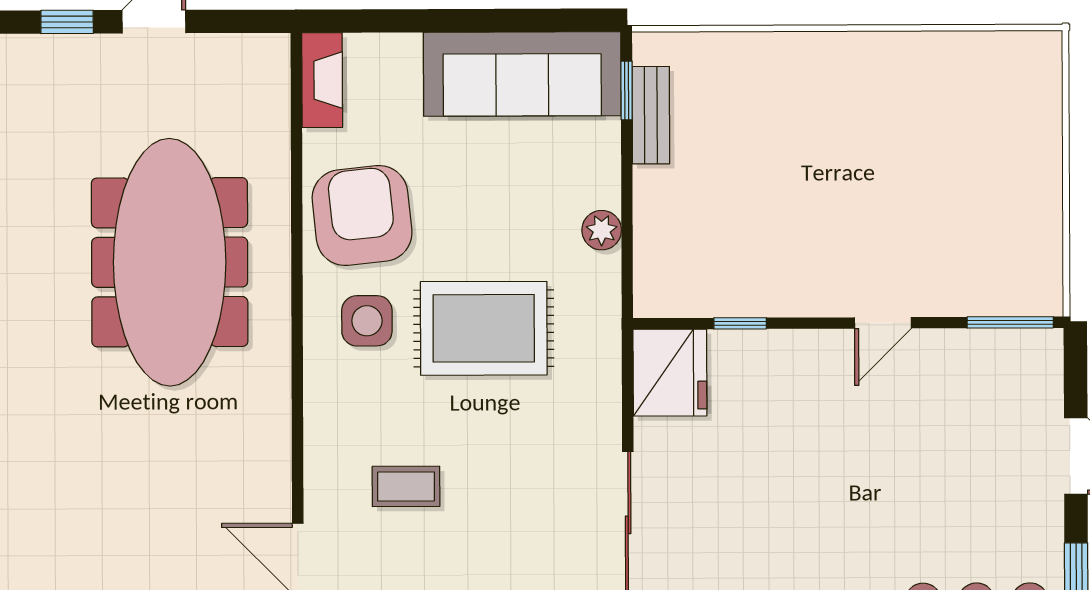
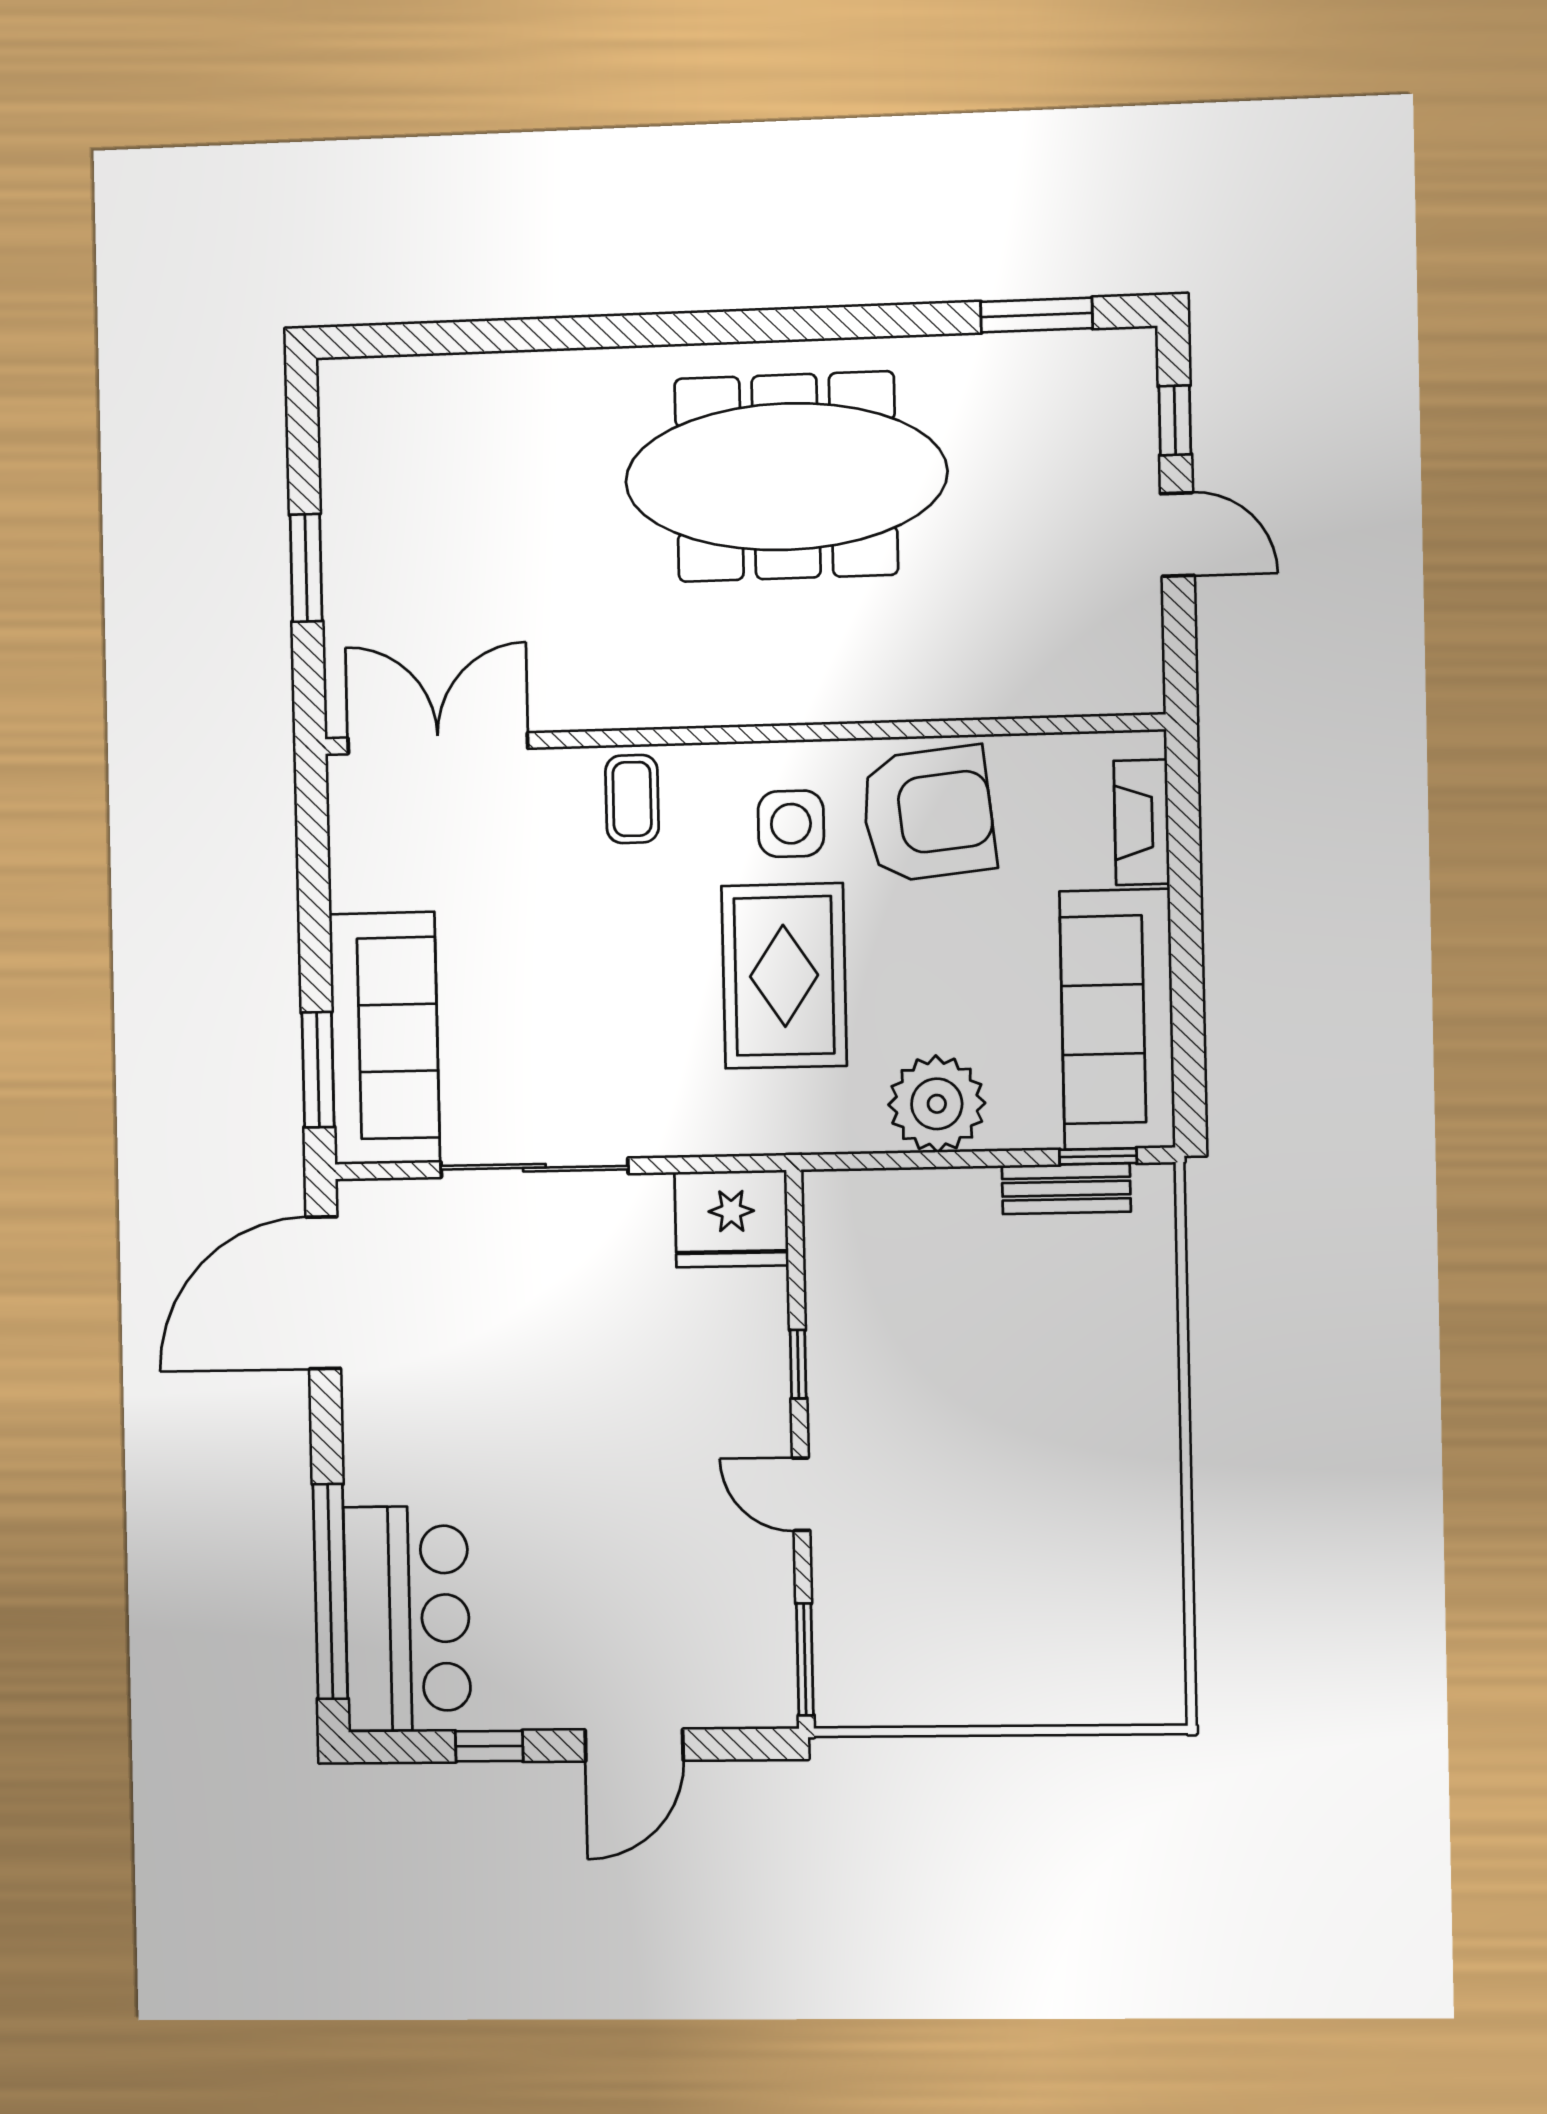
fireplace: (322, 80) -> (1142, 822), moved, turned 90
plant: (602, 230) -> (937, 1104), width x1.87, depth x1.87
meeting table: (170, 262) -> (786, 477), moved
window: (740, 323) -> (798, 1364), moved
coffee table: (406, 486) -> (632, 799), moved

